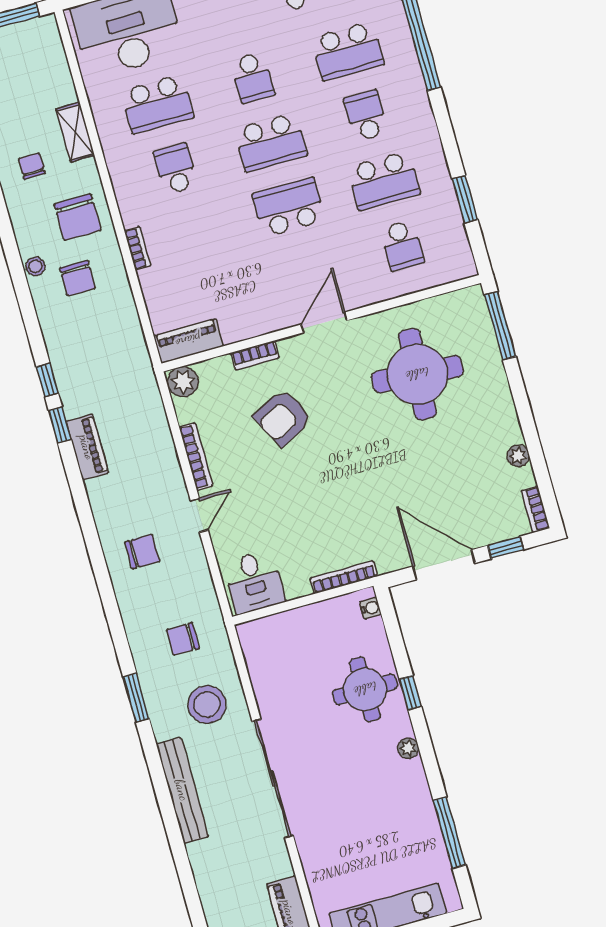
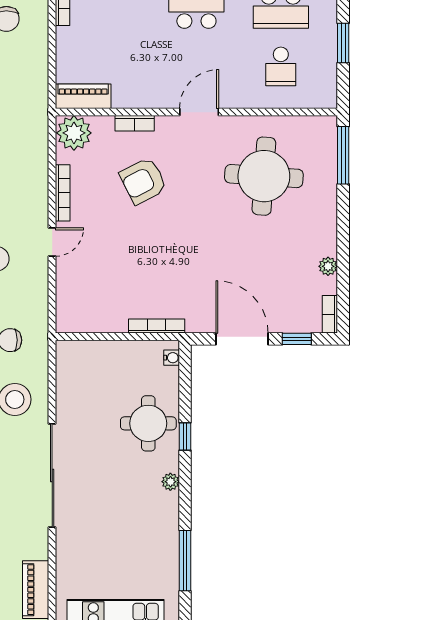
plant: (183, 382) -> (74, 133), width x1.36, depth x1.36
desk: (254, 582) -> (82, 309), removed

